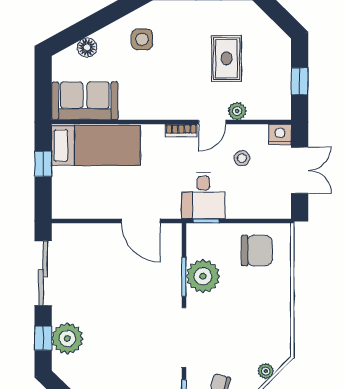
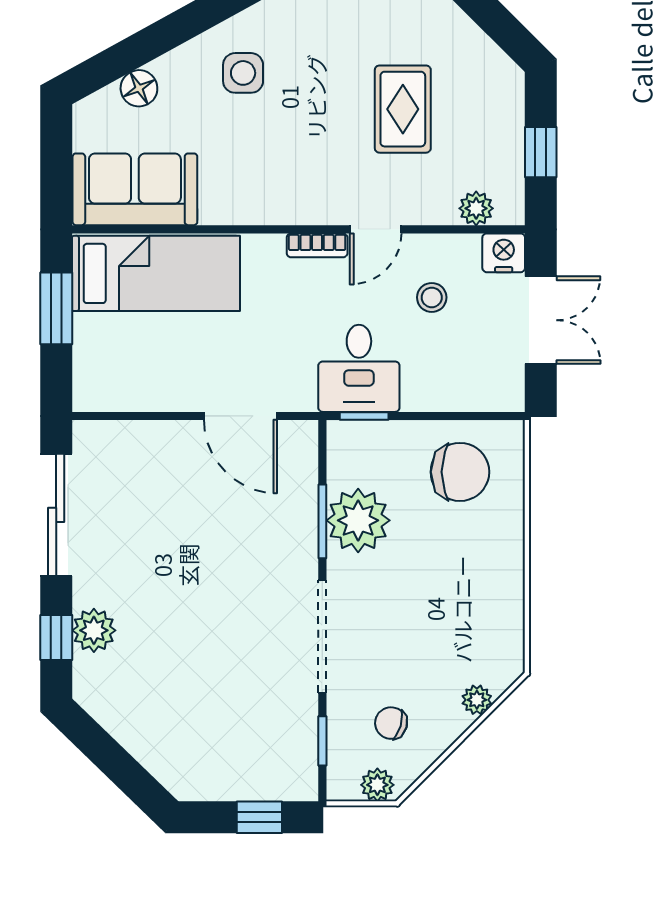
plant: (237, 111) -> (476, 208), moved
window: (43, 164) -> (56, 308), width x1.50
plant: (67, 339) -> (94, 630), width x0.73, depth x0.73

